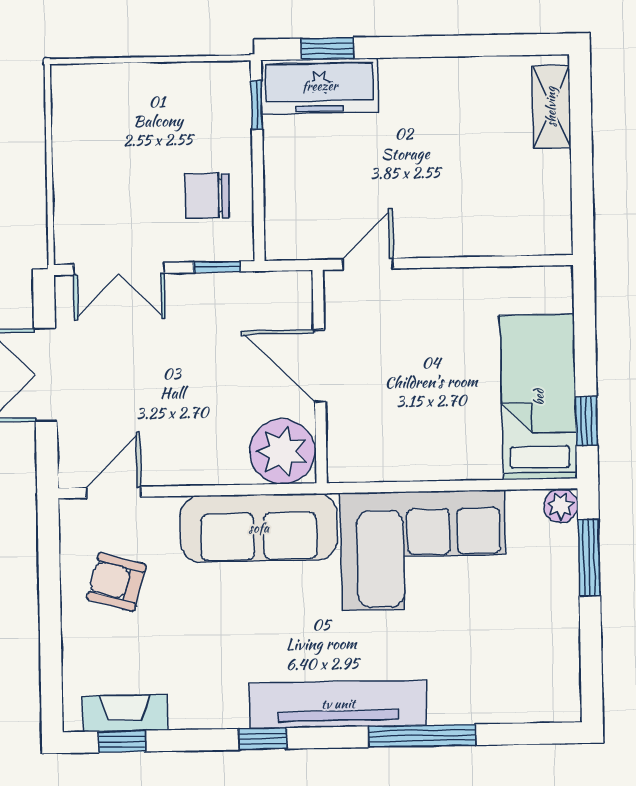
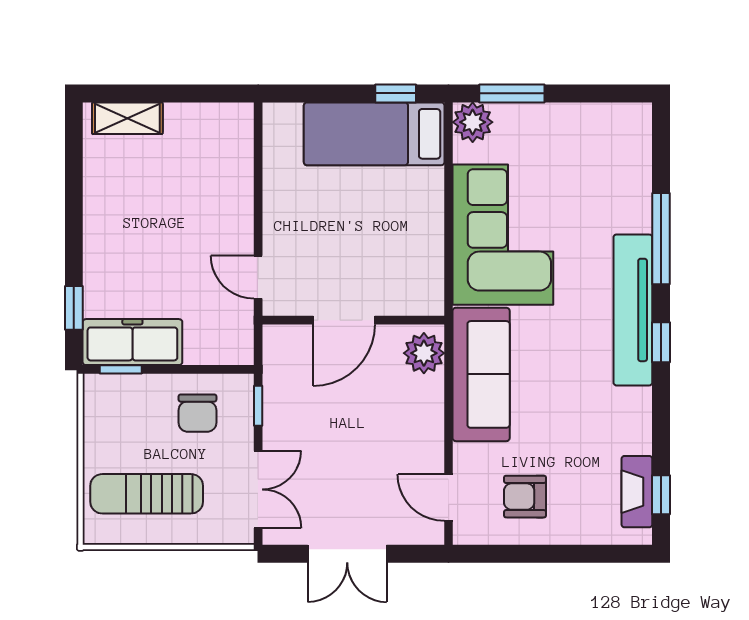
freezer: (320, 86) -> (132, 342), moved, turned -90
sun lounger: (111, 138) -> (147, 494), added
plant: (282, 451) -> (424, 353), width x0.73, depth x0.73
plant: (561, 506) -> (473, 122), width x1.38, depth x1.38
armchair: (117, 582) -> (525, 497), turned 74
window: (263, 739) -> (661, 342), moved

